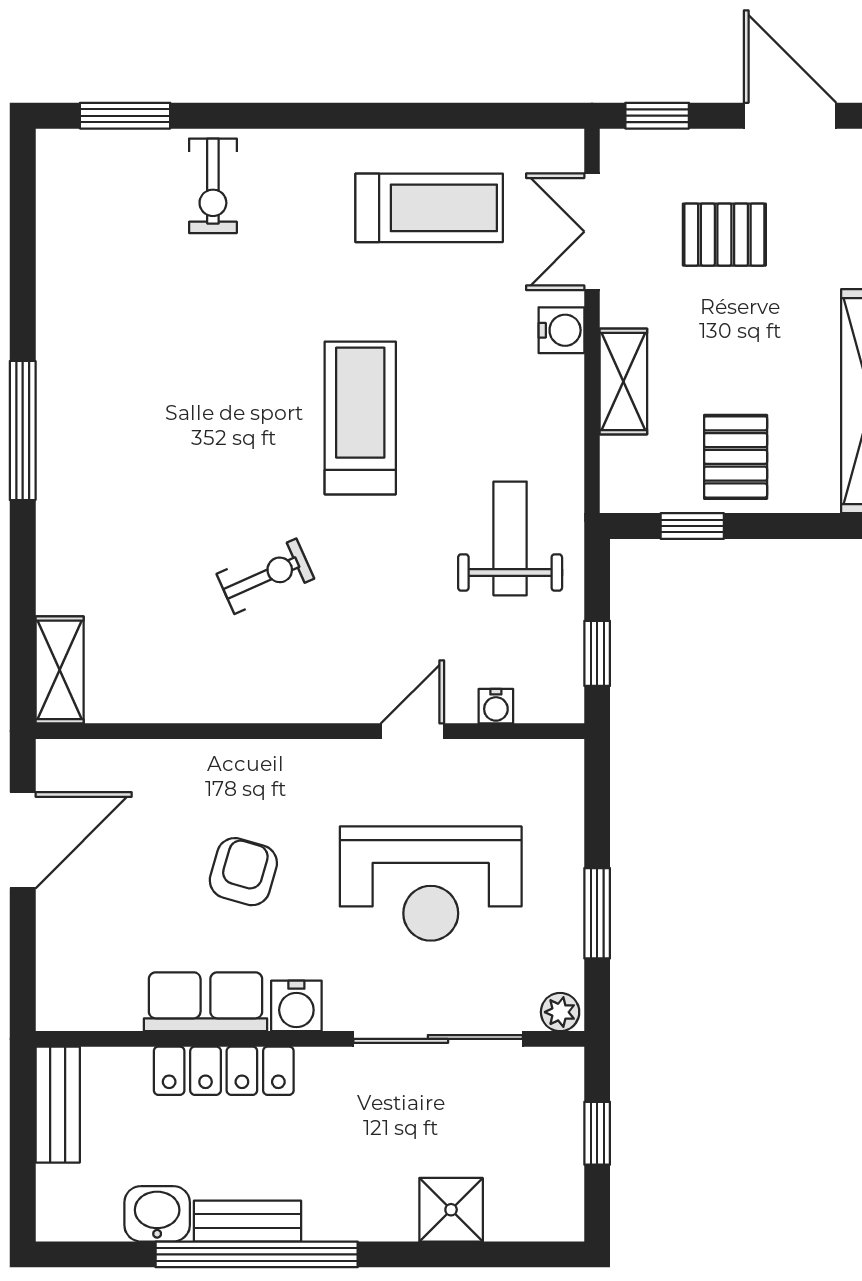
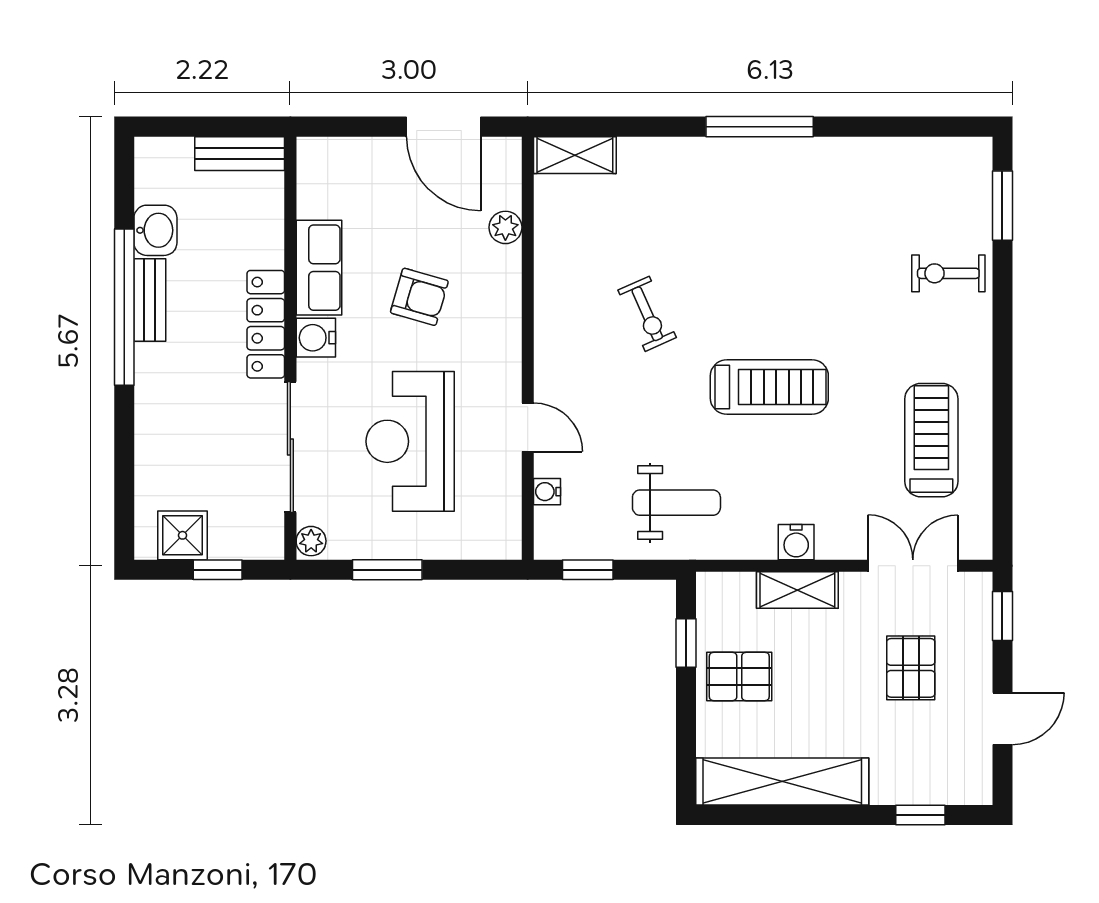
door: (790, 116) -> (1002, 719), width x0.73
treadmill: (429, 208) -> (931, 440), turned 180
water cooler: (561, 330) -> (796, 542), moved
plant: (153, 760) -> (505, 227), added
locker: (224, 1071) -> (266, 324), moved
shower: (451, 1210) -> (183, 535), moved

